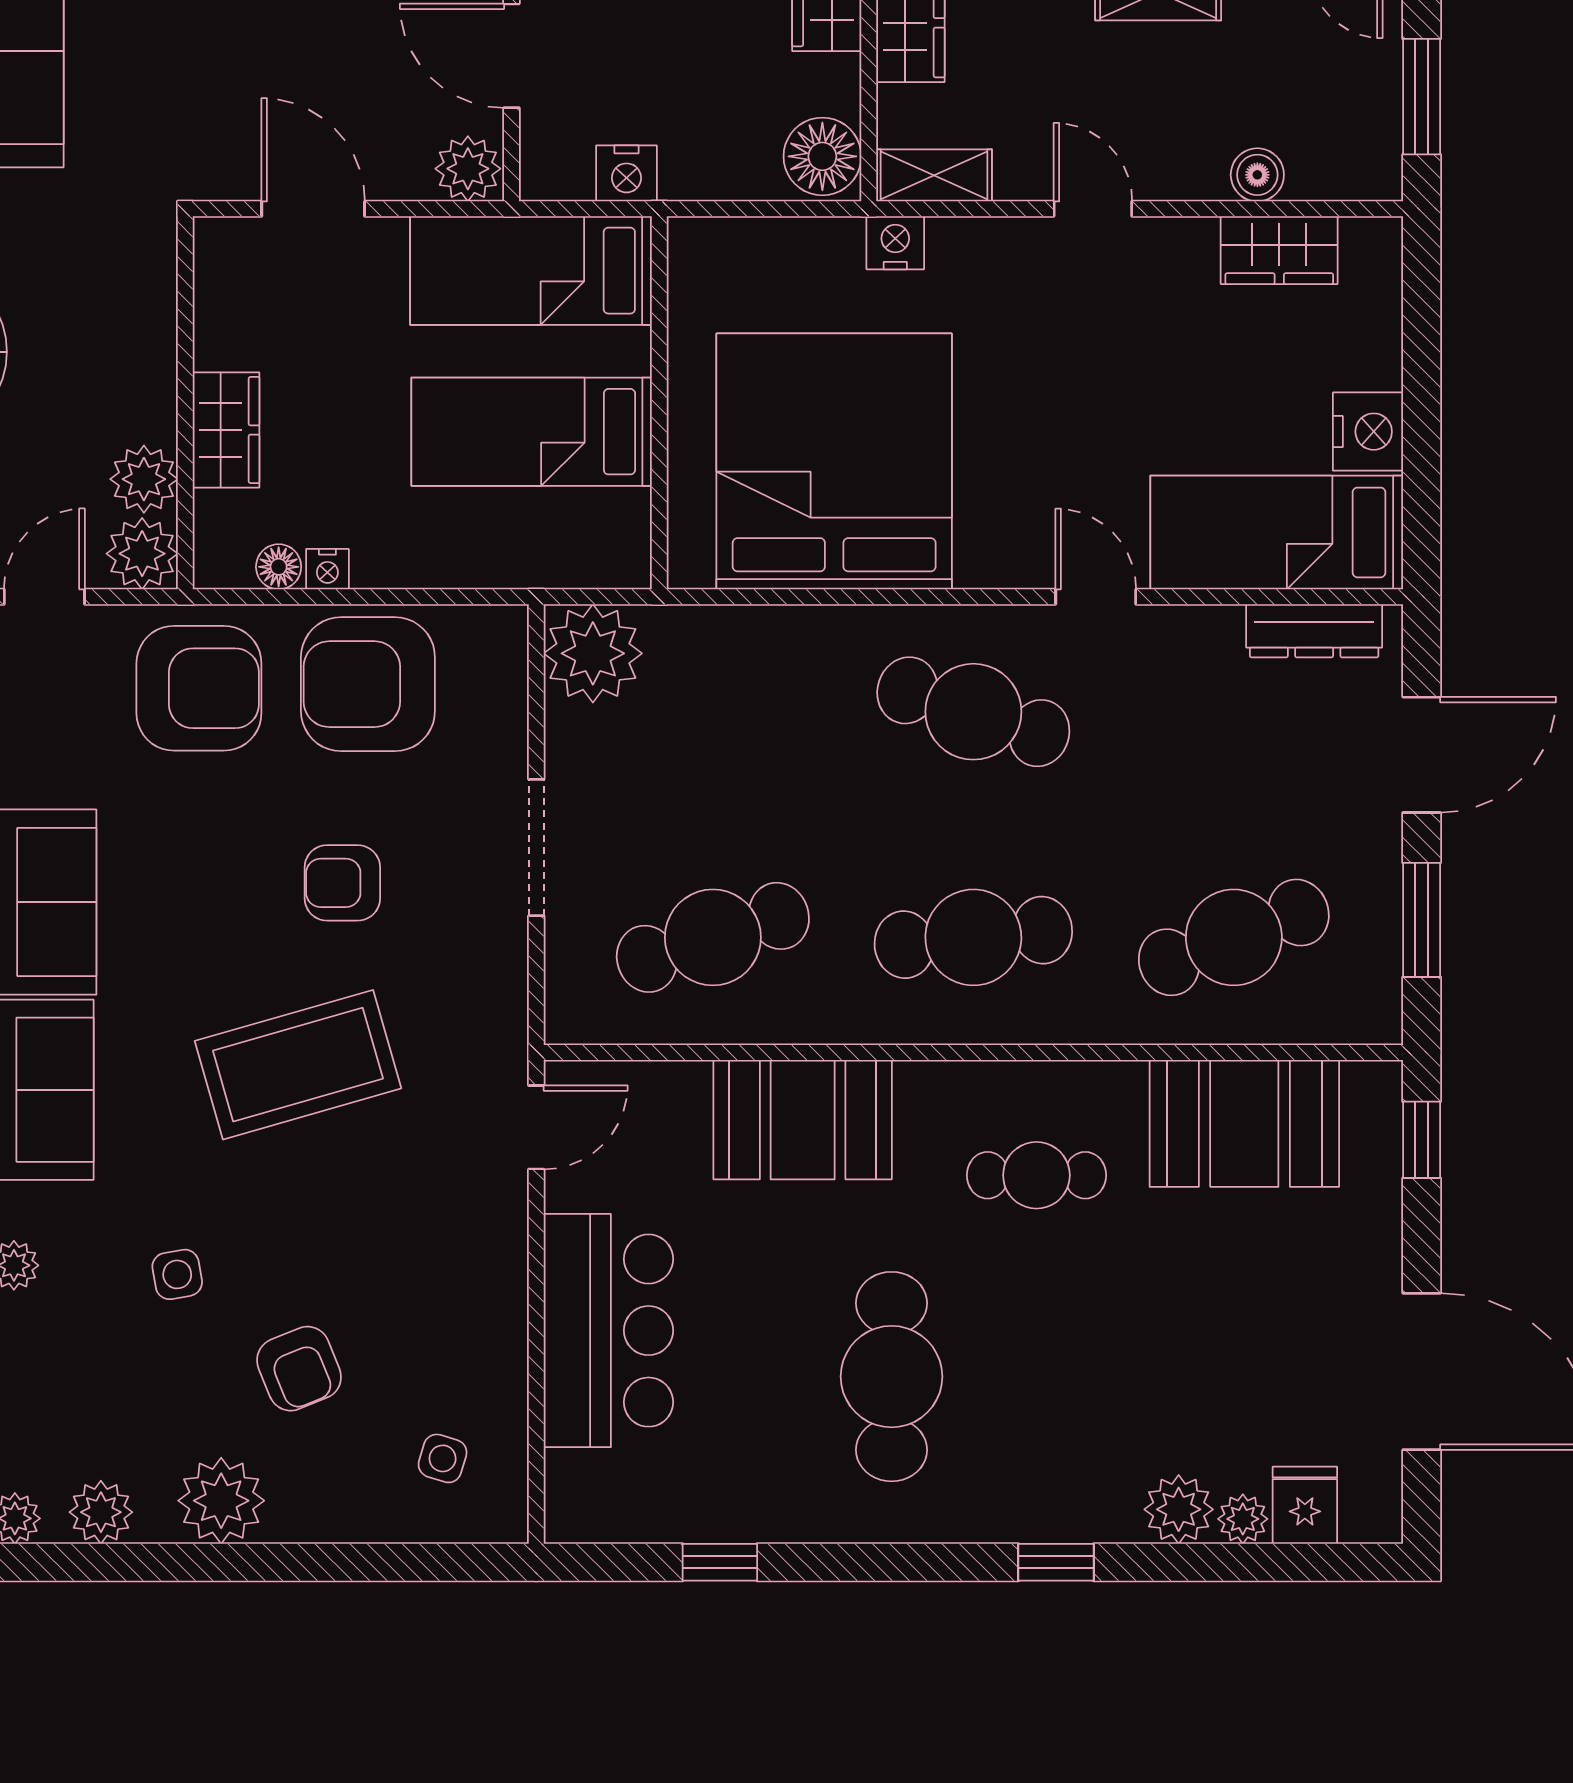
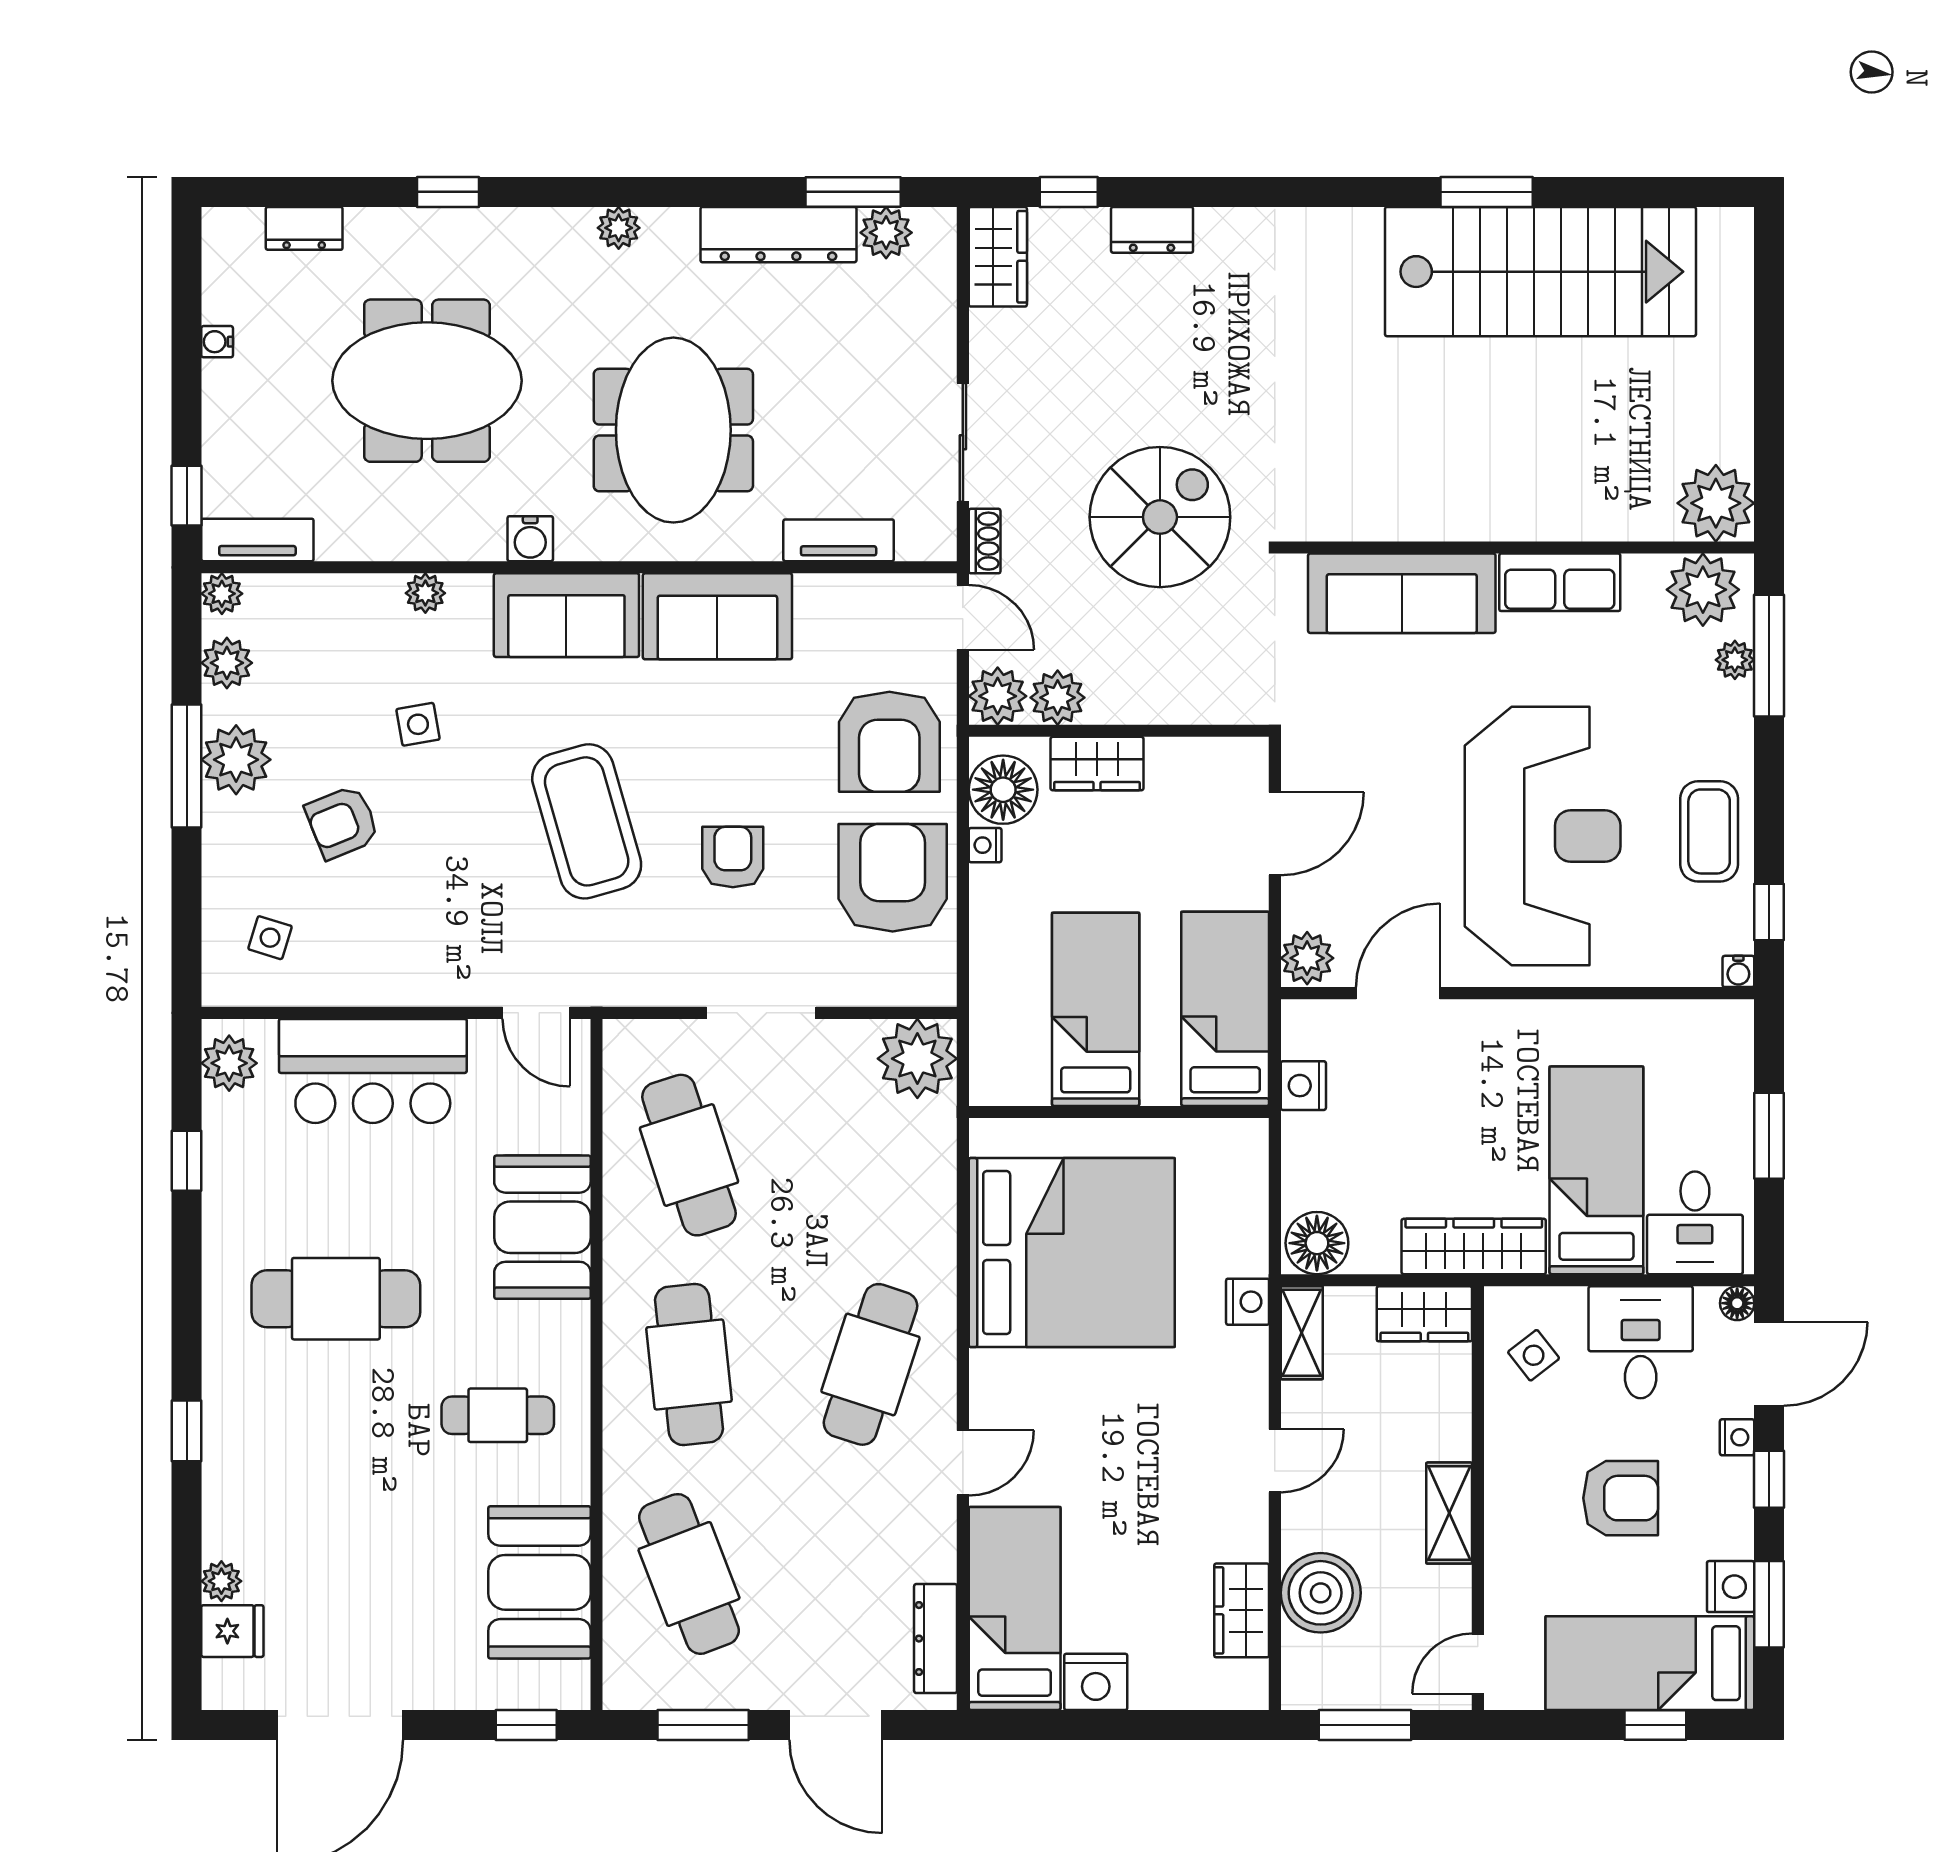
boiler: (1257, 175) -> (1321, 1593), width x1.86, depth x1.86
floor lamp: (279, 567) -> (1003, 790), width x1.89, depth x1.89
cafe table: (1036, 1175) -> (498, 1415), turned 90
plant: (1179, 1509) -> (229, 1063), moved
window: (229, 1562) -> (187, 766), added

